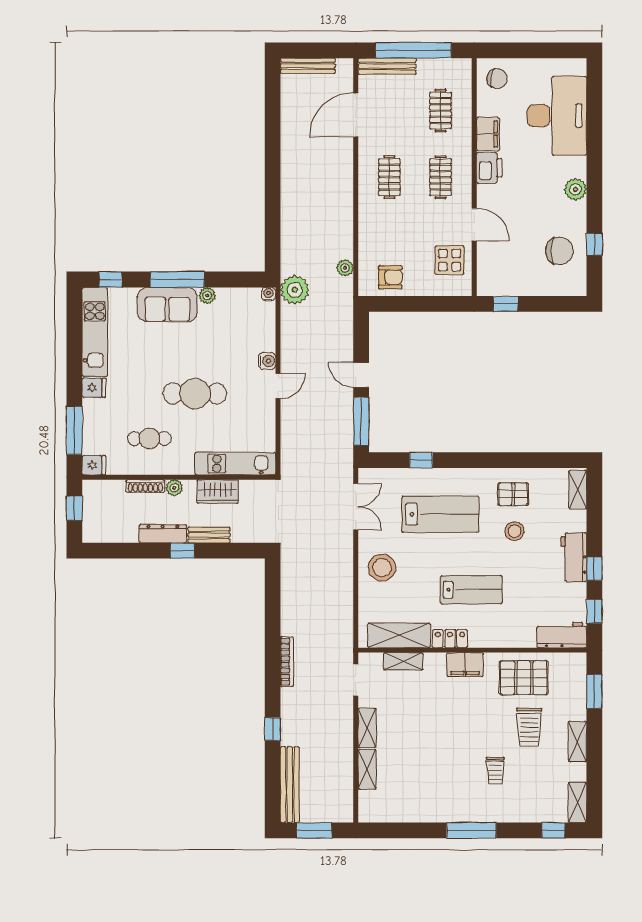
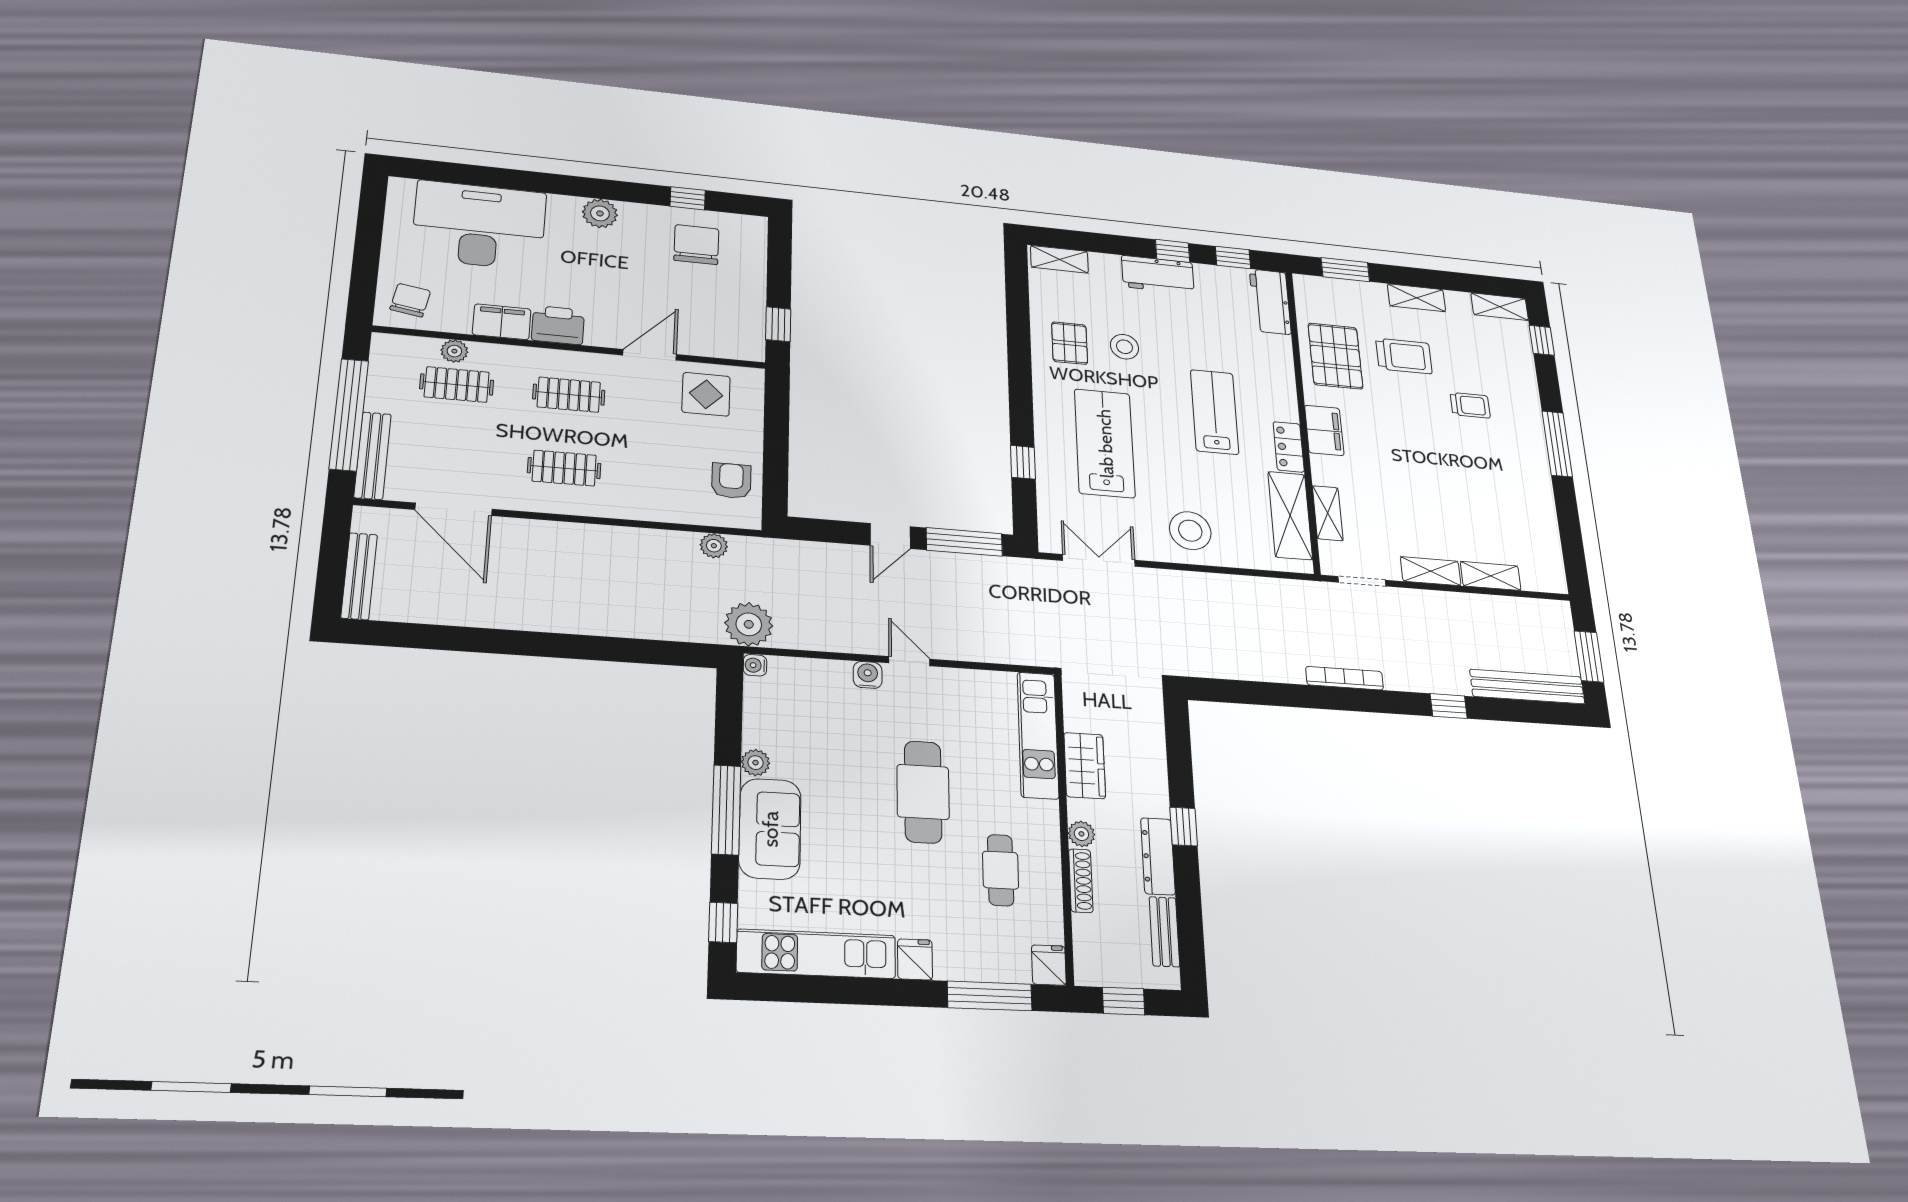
plant: (464, 107) -> (454, 351), added
bench: (209, 535) -> (1164, 932), moved

